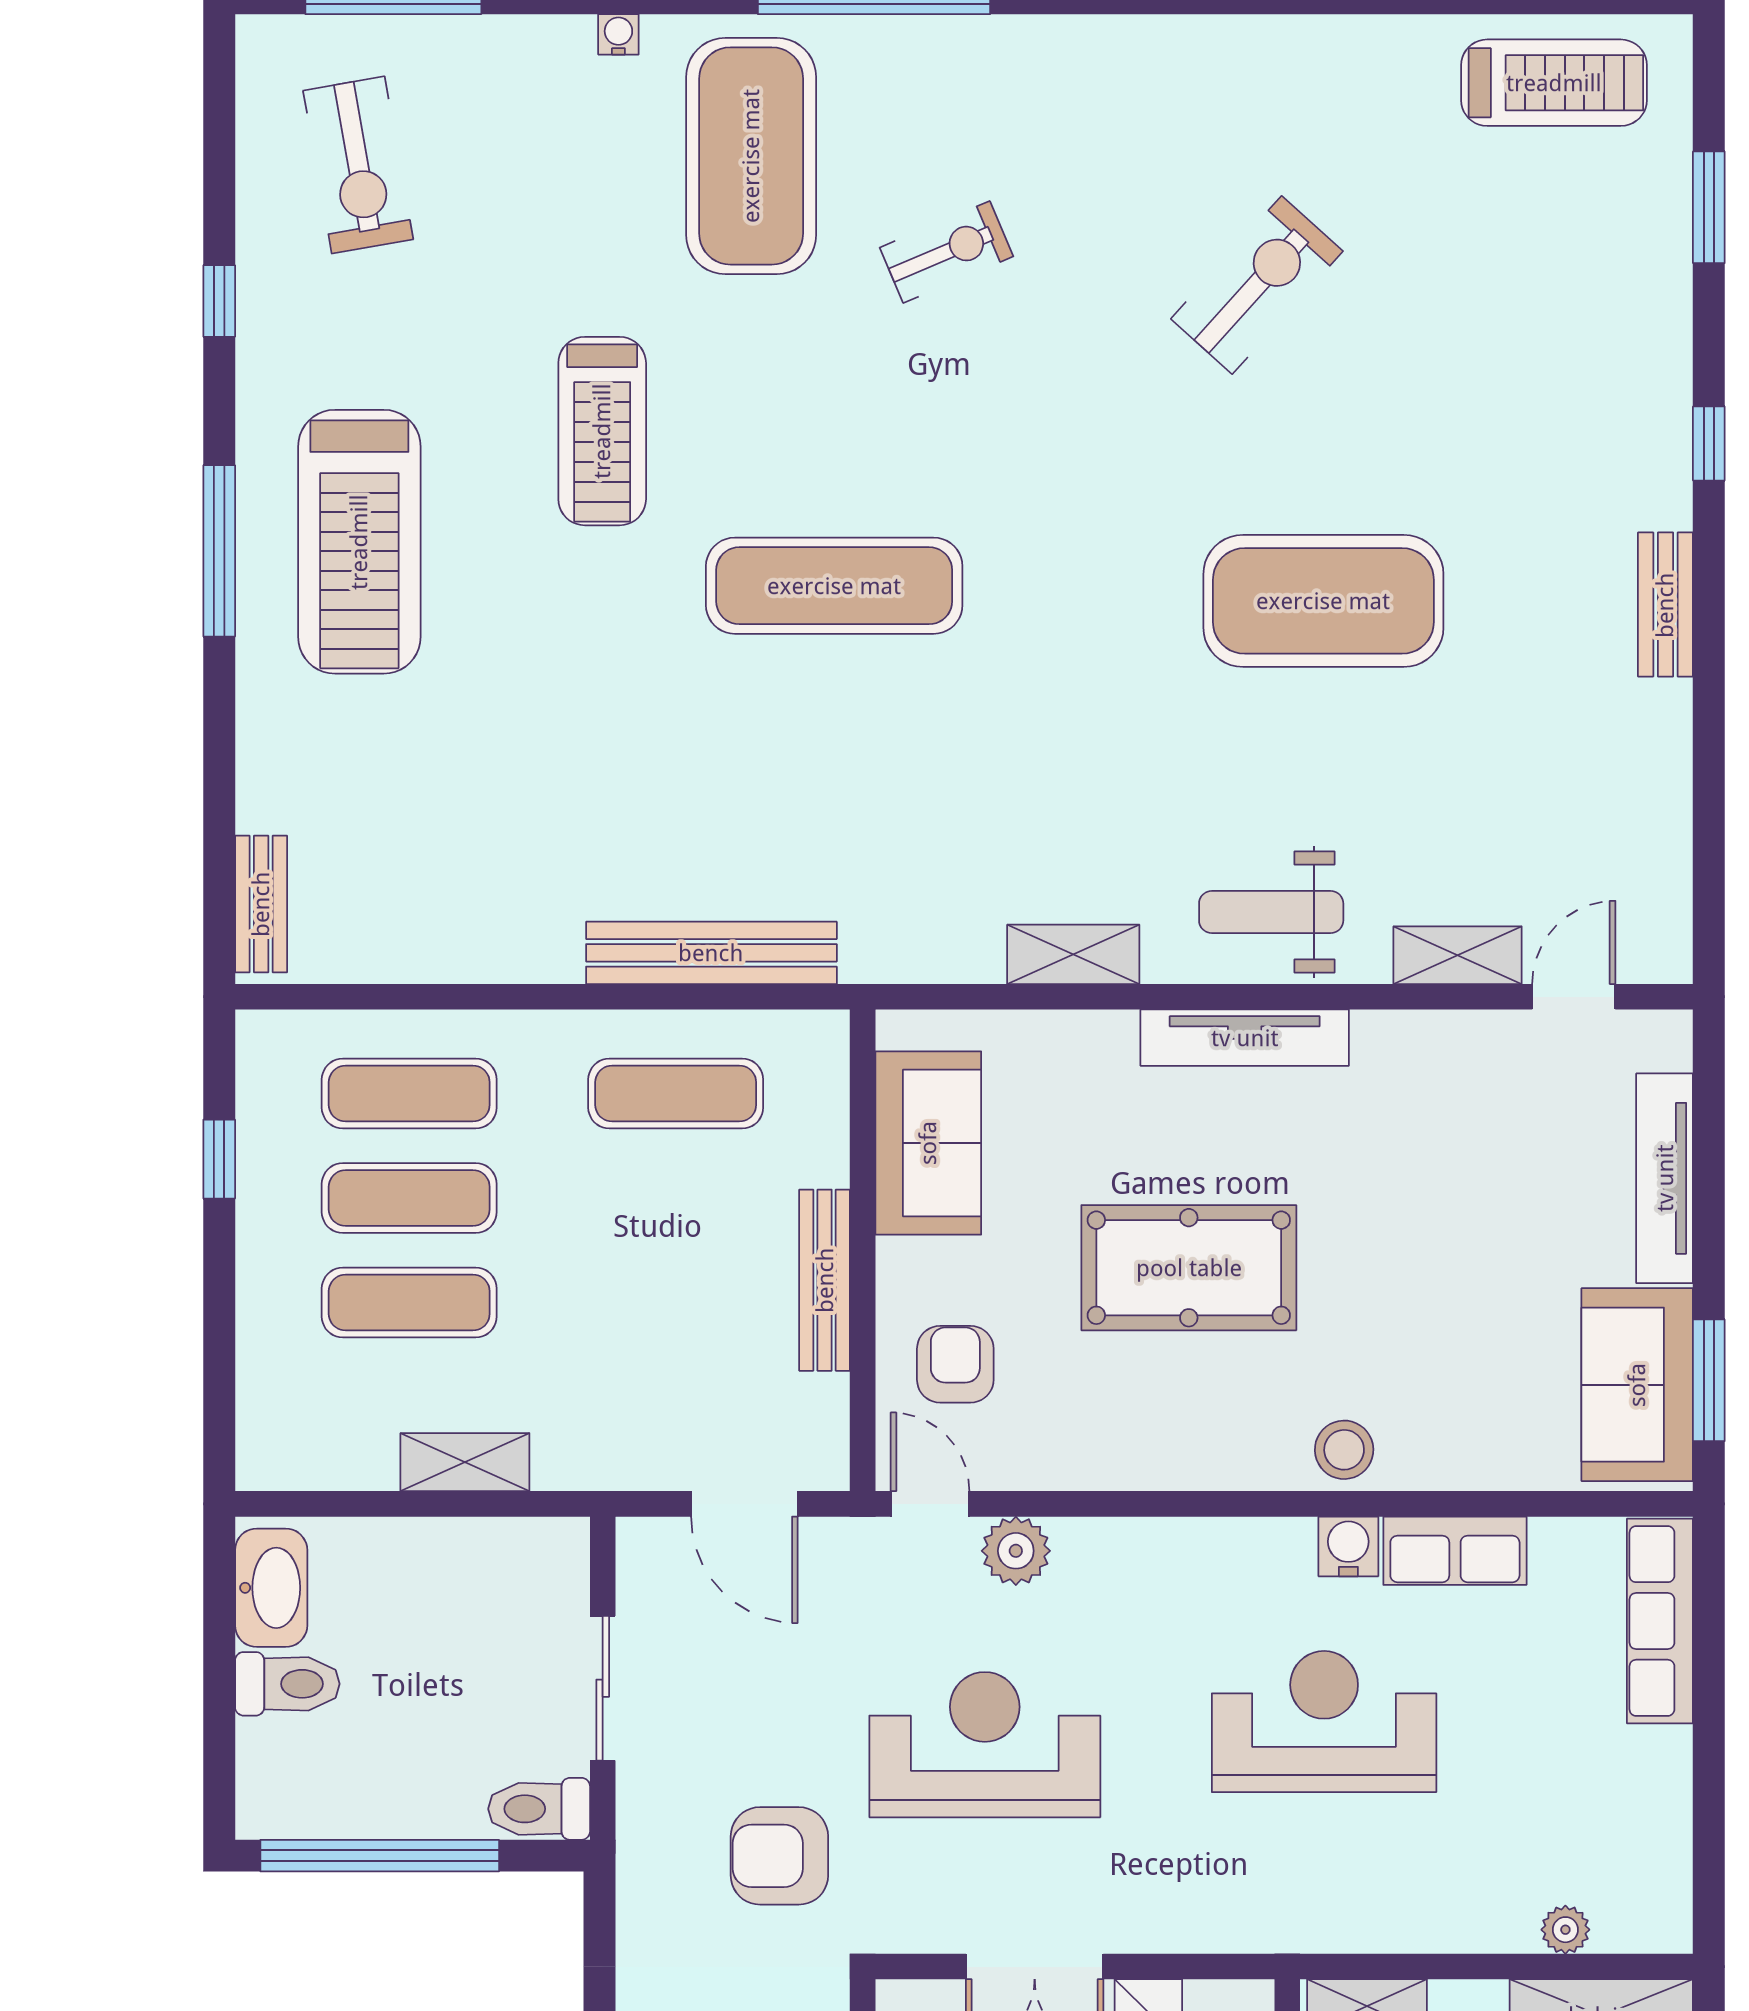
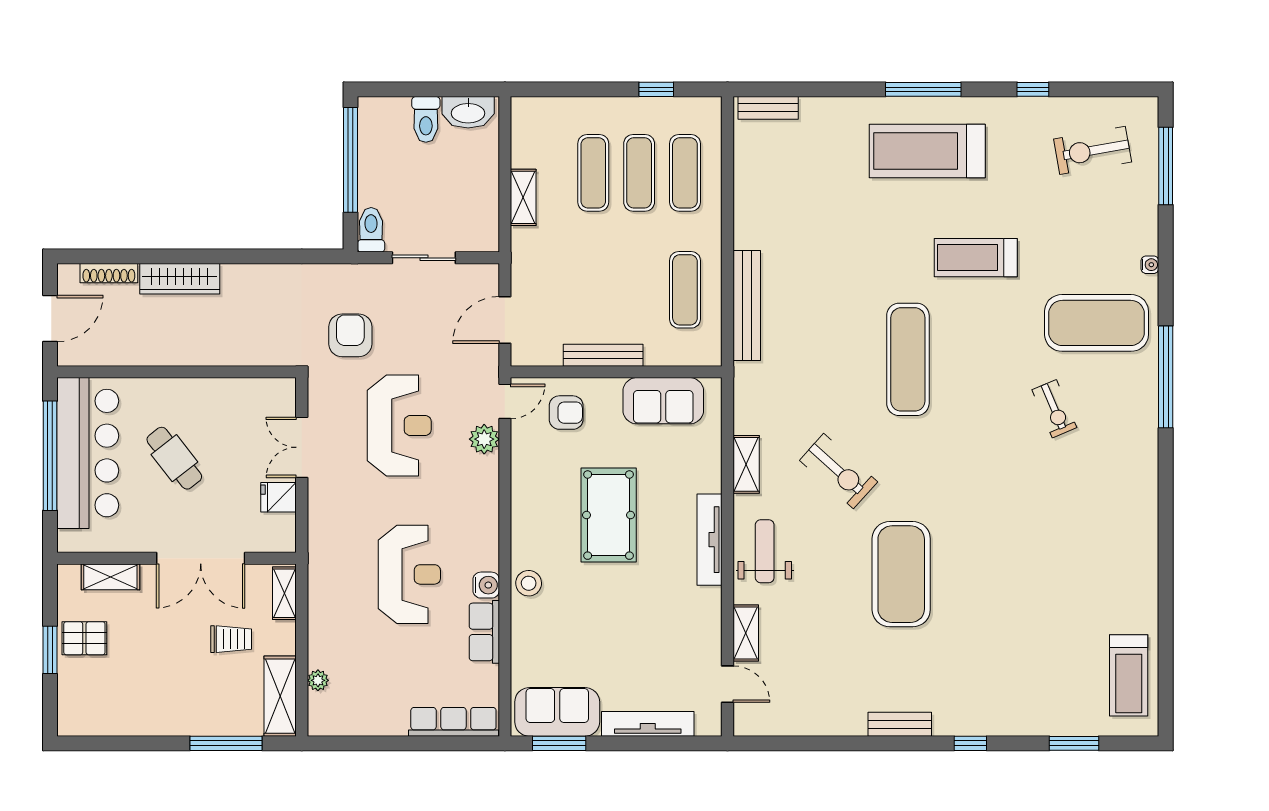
exercise bike: (1257, 285) -> (839, 471), moved

